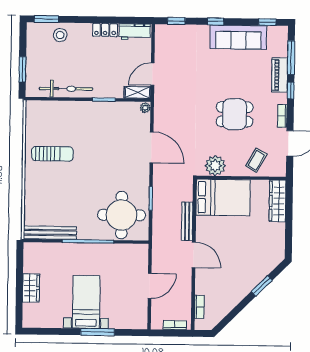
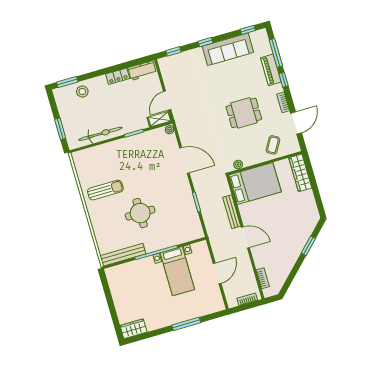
plant: (215, 166) -> (238, 165), width x0.53, depth x0.53
round table: (121, 215) -> (140, 213), moved, width x0.73, depth x0.73
wardrobe: (31, 288) -> (134, 329), moved, turned -90
bed with nightstands: (86, 302) -> (177, 271), moved, turned 180

